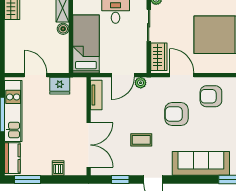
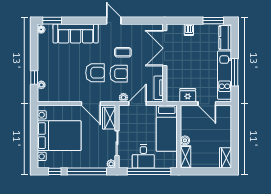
armchair: (211, 96) -> (119, 74), moved
window: (120, 180) -> (140, 21), removed

